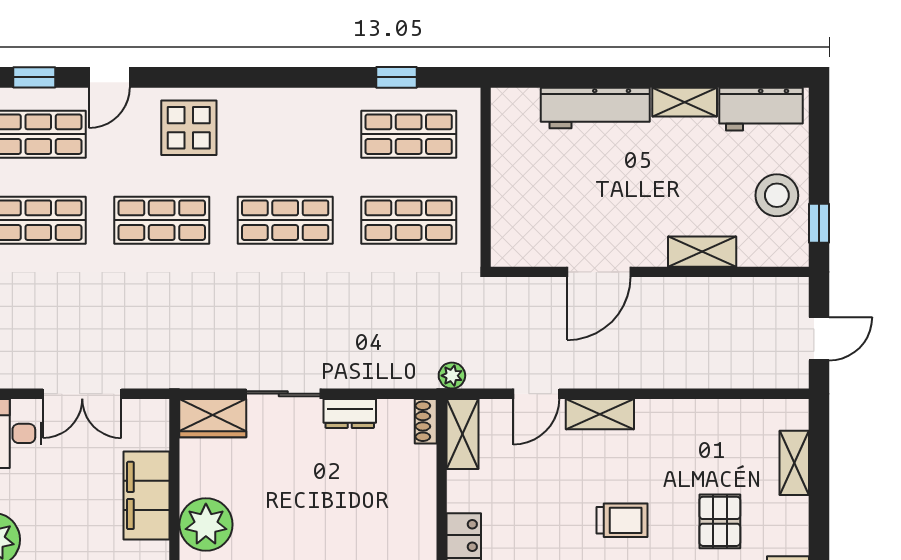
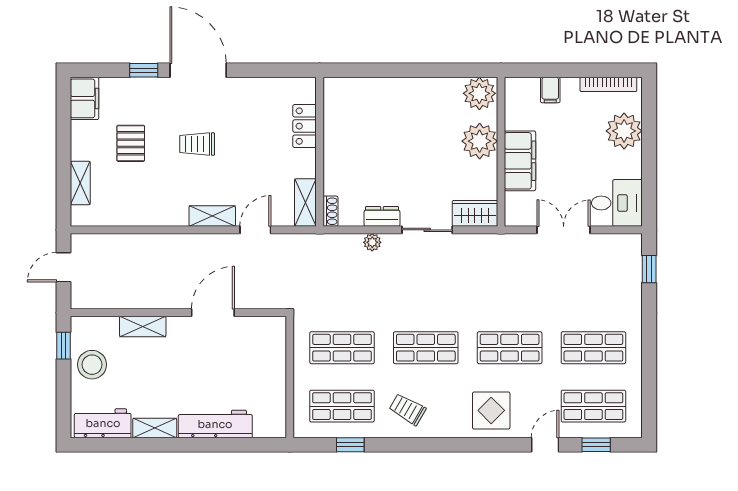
trolley: (312, 129) -> (407, 409), added
plant: (452, 376) -> (372, 242), moved

